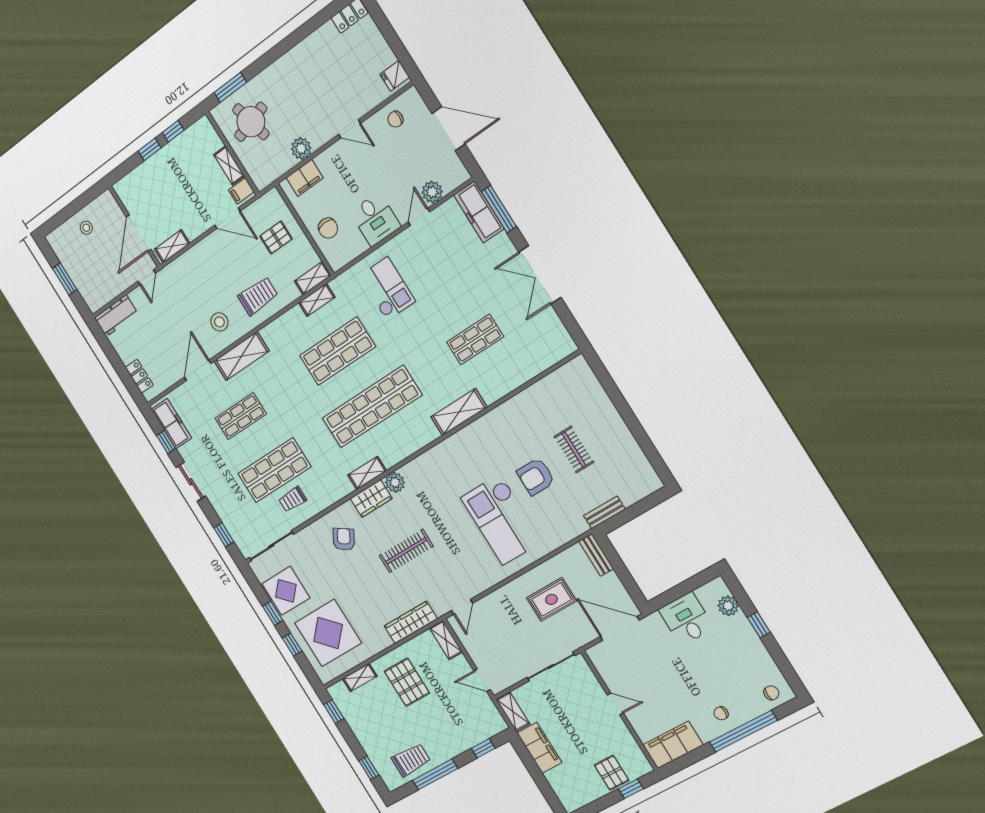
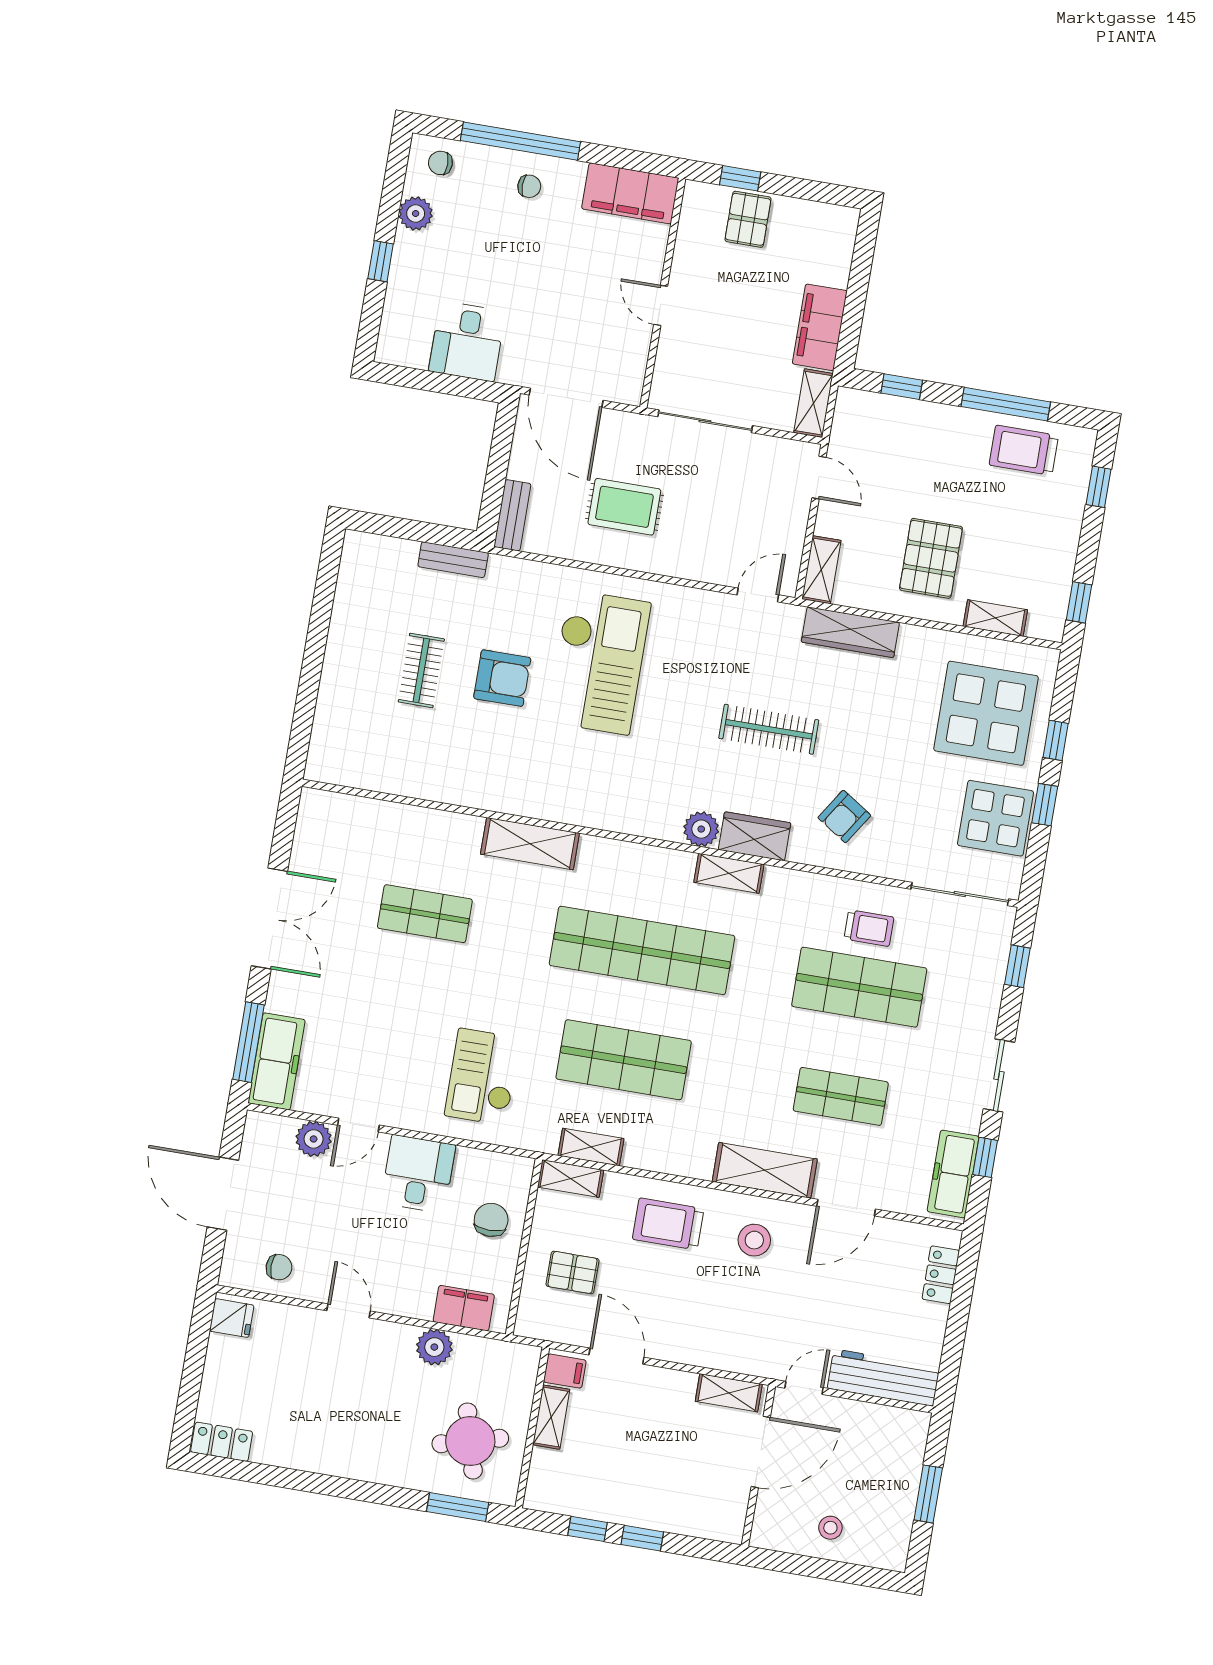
workbench: (116, 316) -> (884, 1378), width x1.38
plant: (728, 606) -> (416, 213), moved

